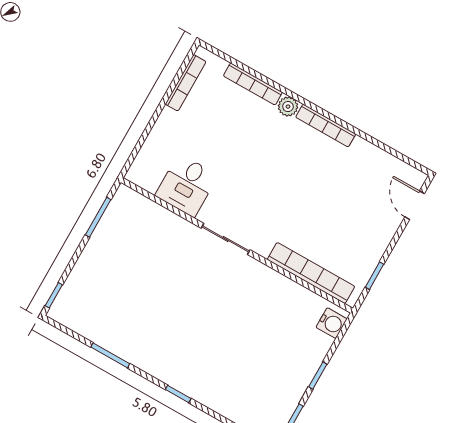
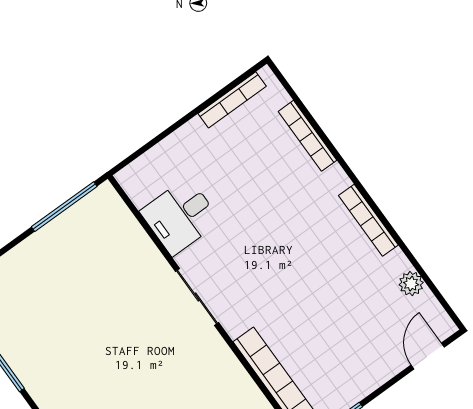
plant: (288, 107) -> (411, 284), moved
window: (98, 217) -> (64, 207), width x1.44

